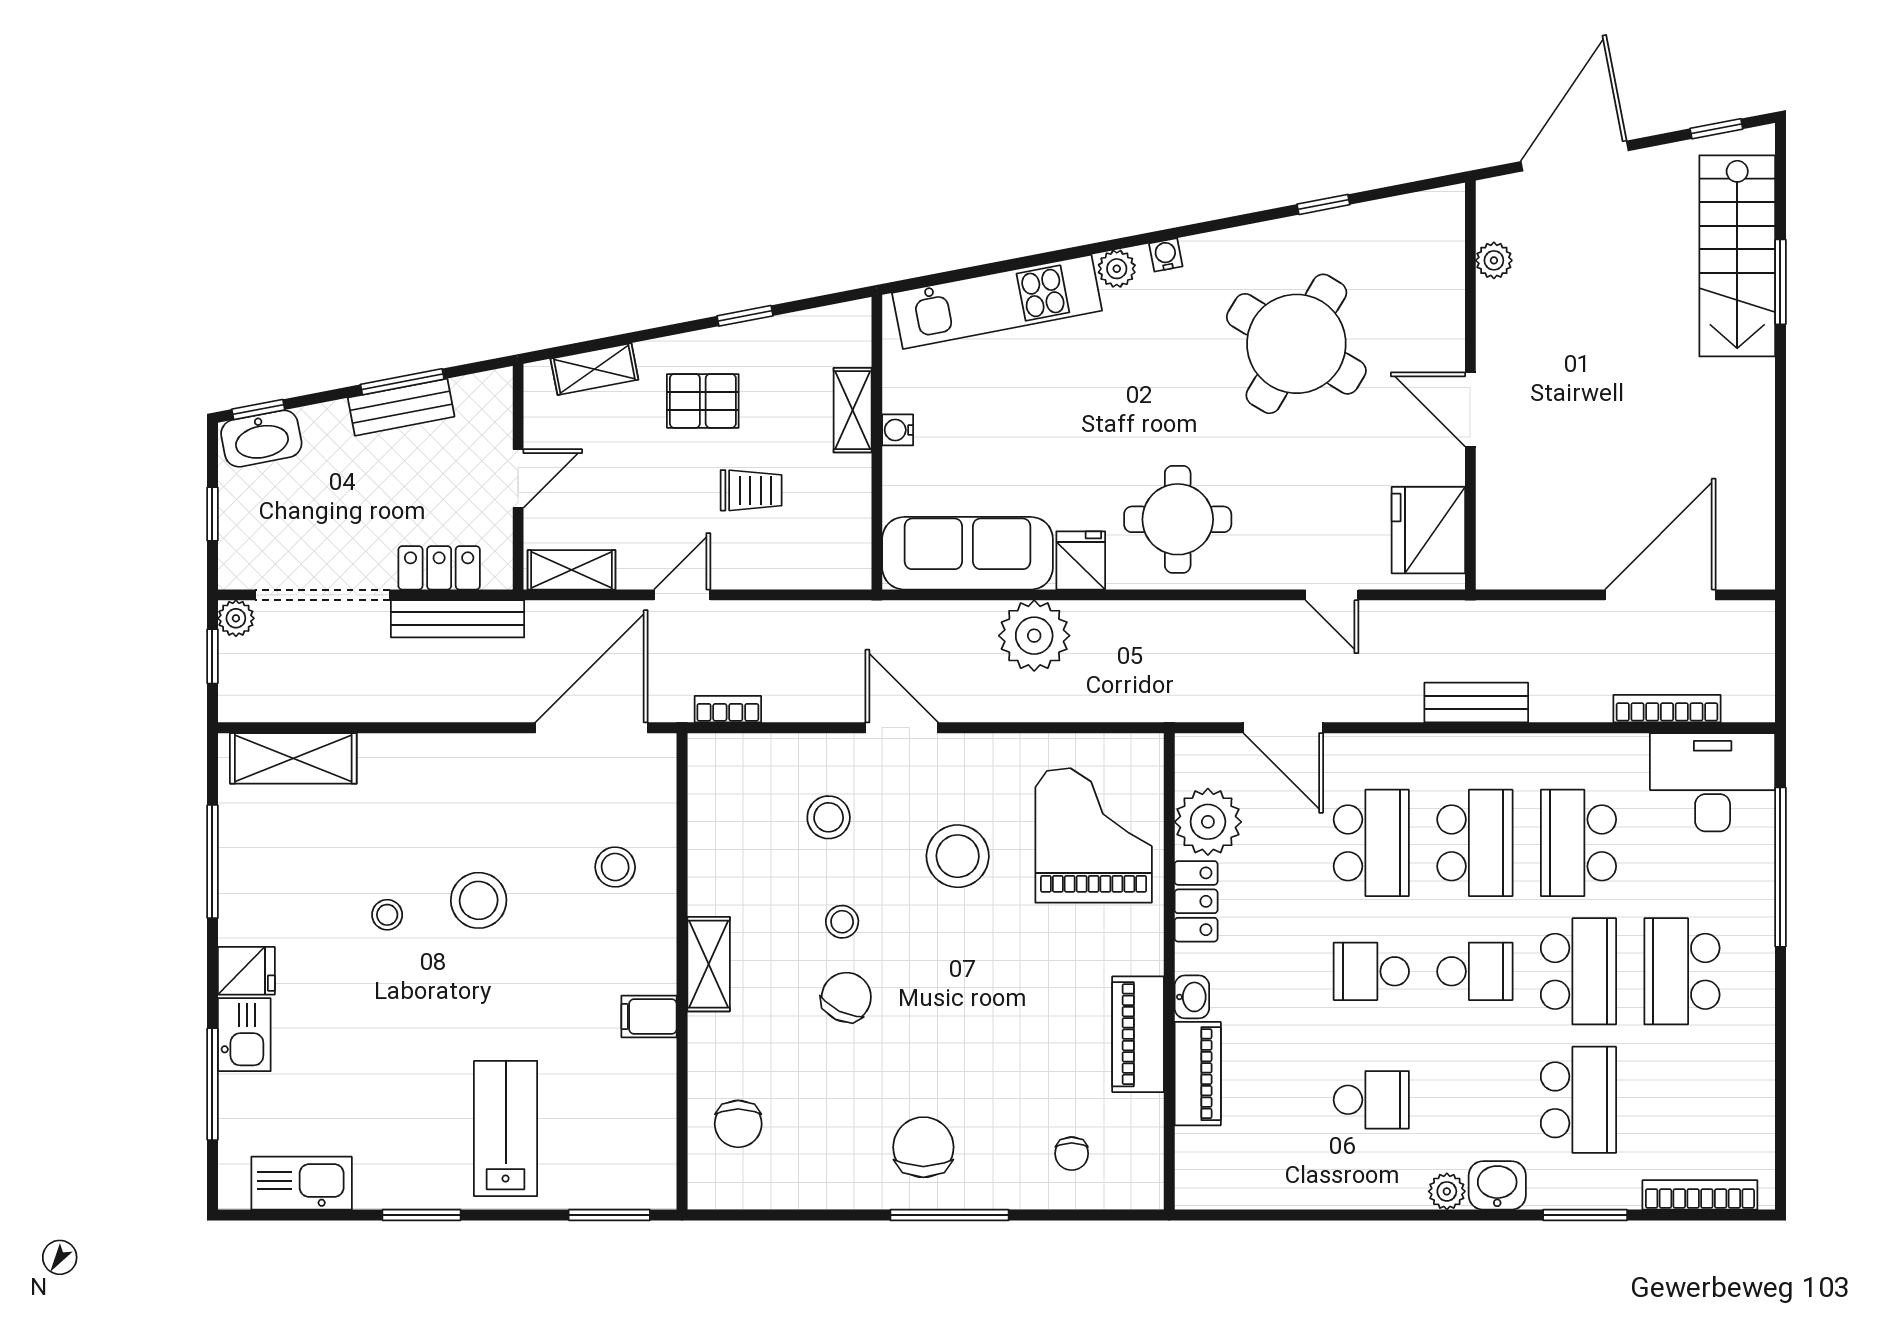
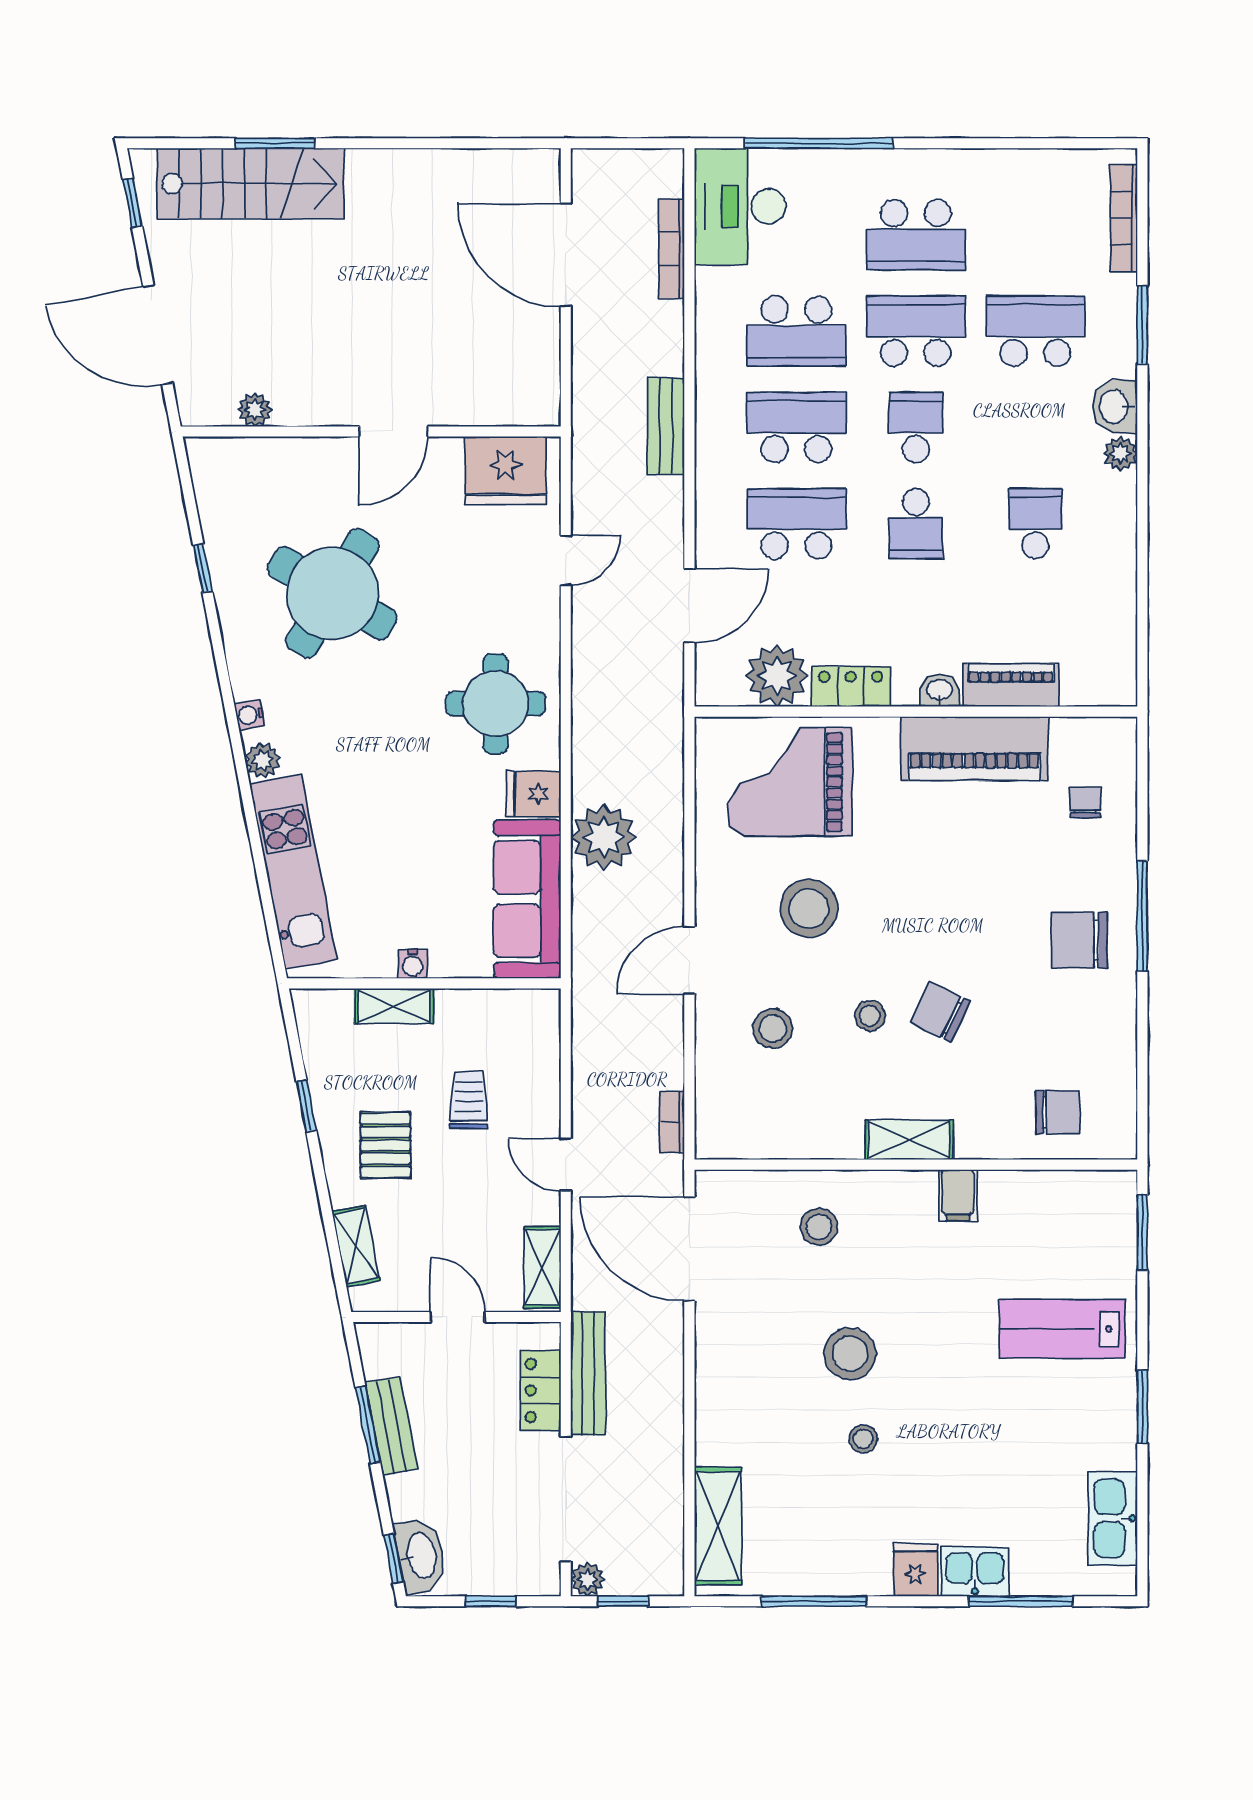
piano: (1138, 1034) -> (974, 748), width x1.37, depth x1.33
chair: (1072, 1154) -> (1085, 802), turned -90

